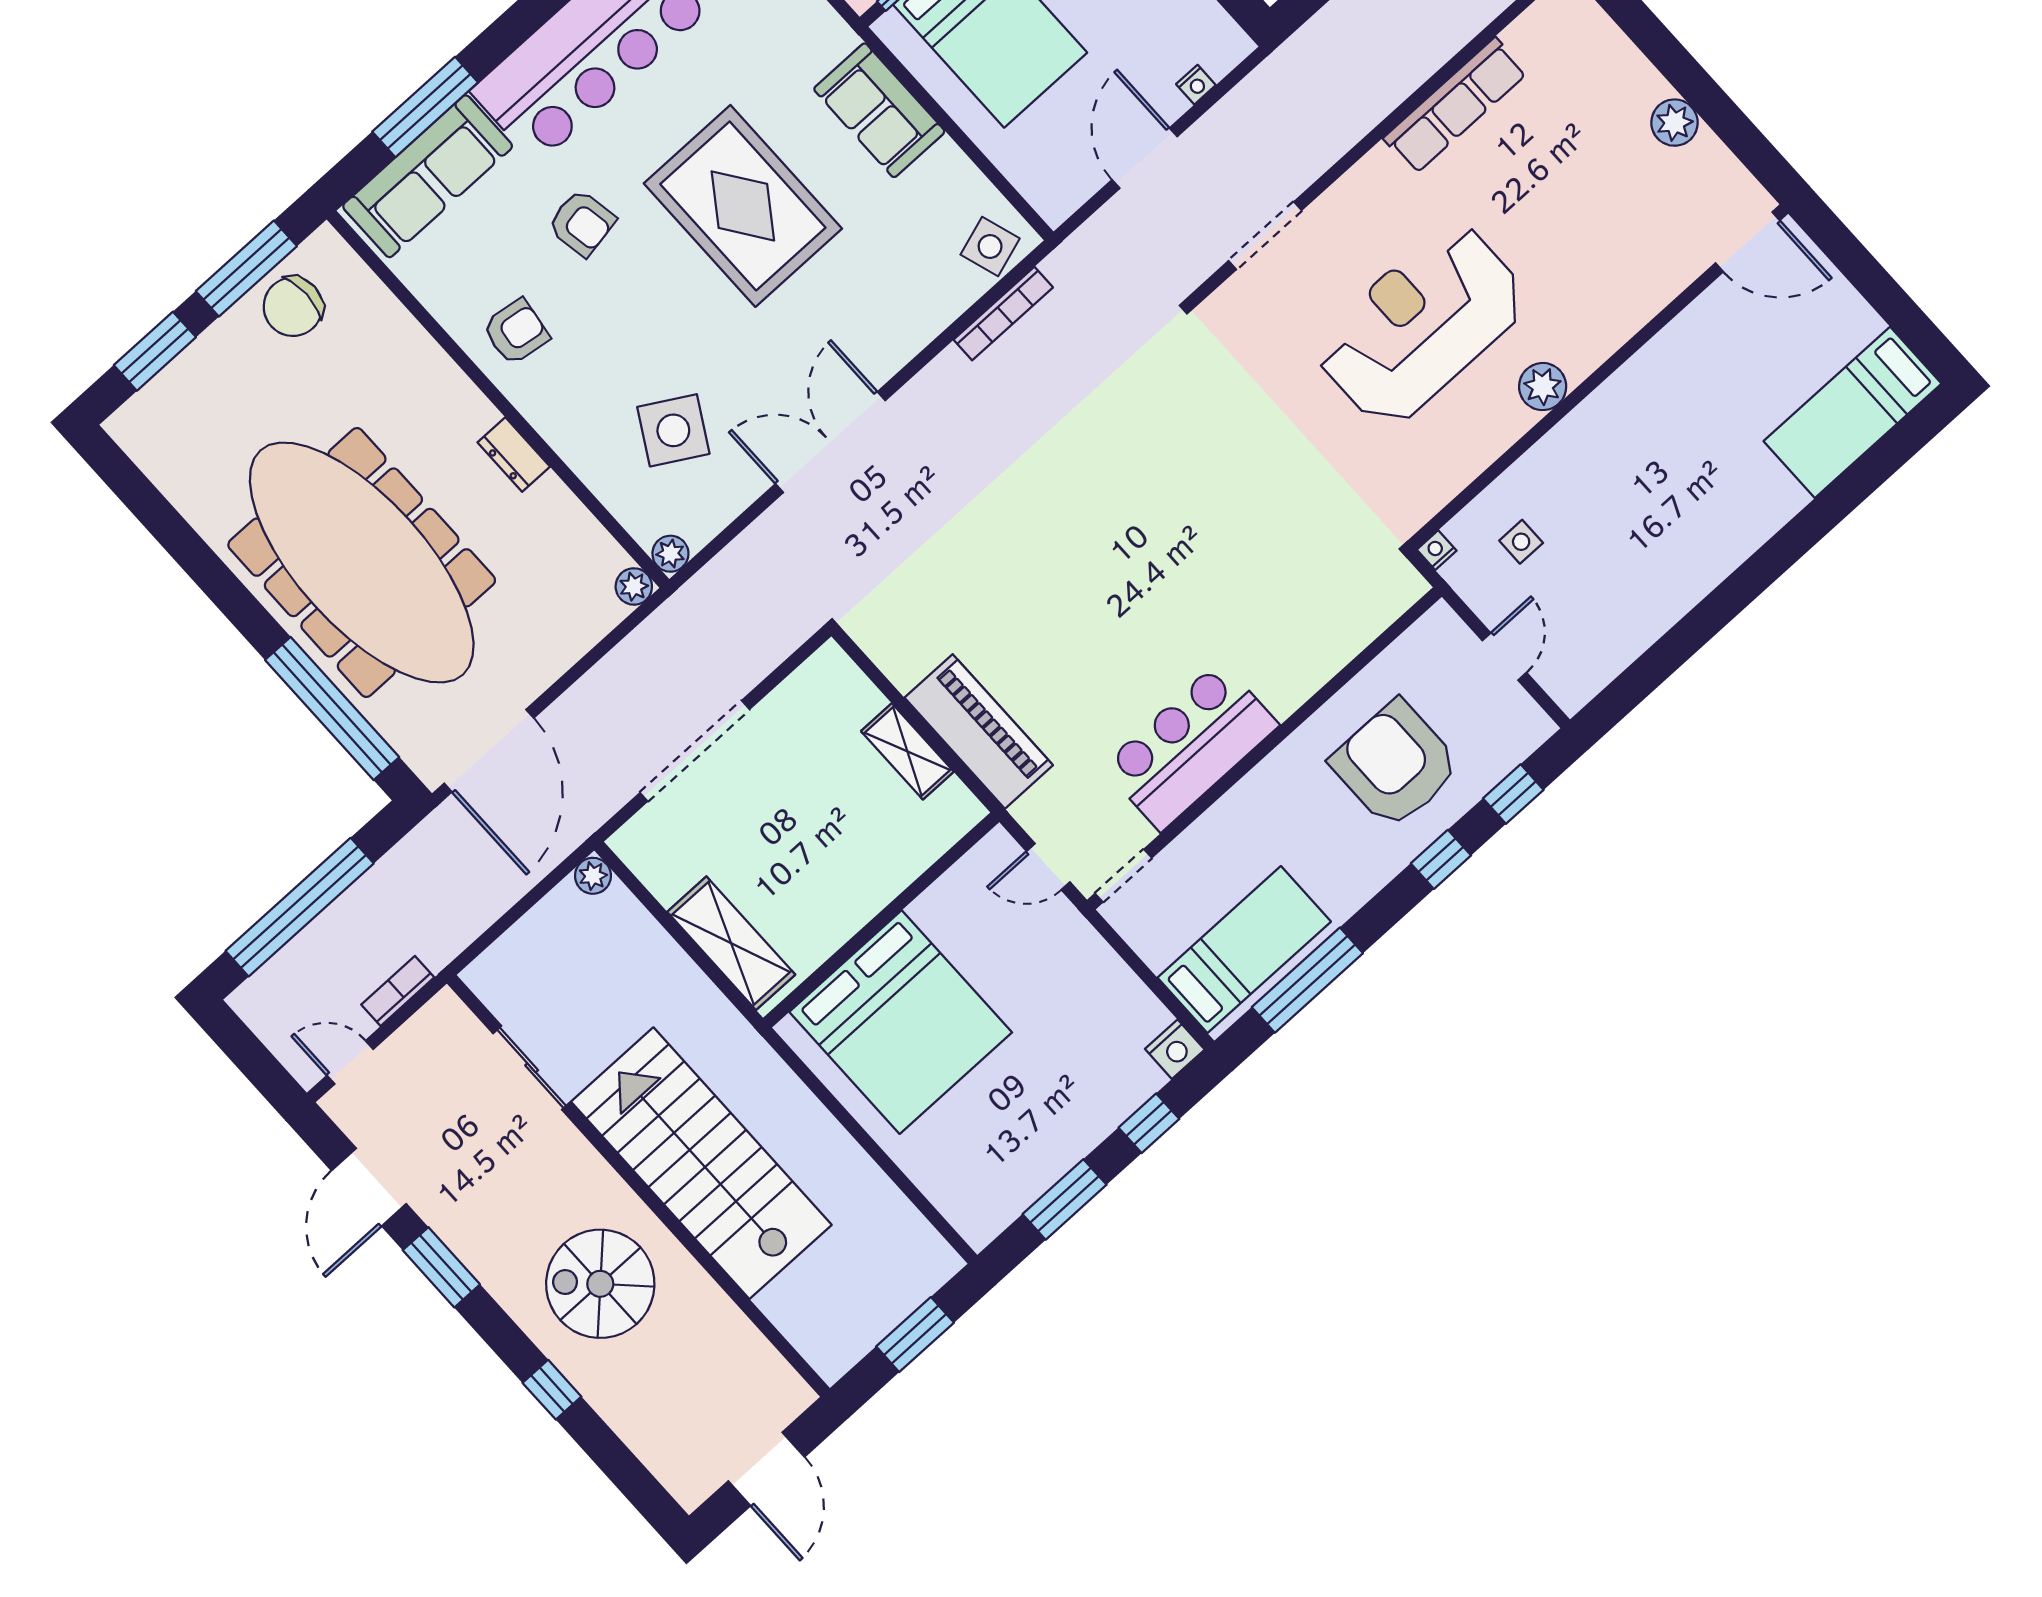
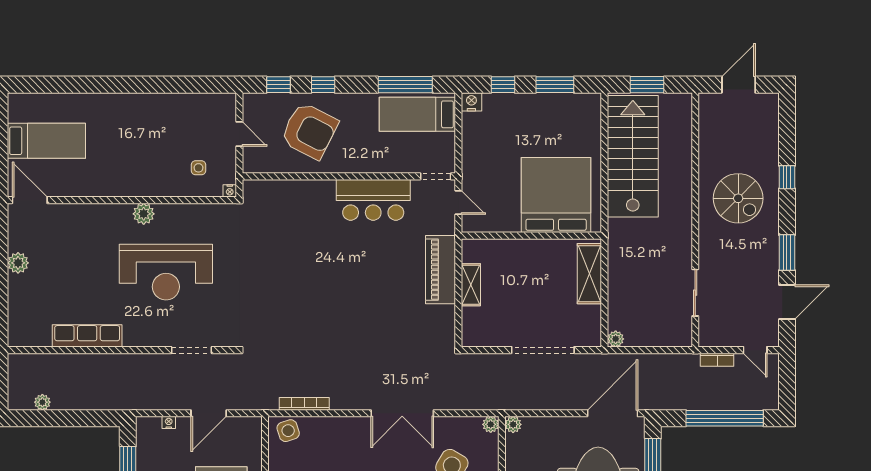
bed: (1853, 412) -> (46, 141), moved
door: (1504, 657) -> (239, 134), swing flipped
armchair: (1395, 765) -> (309, 131), turned -63
stairs: (701, 1163) -> (633, 156), moved, turned 180

